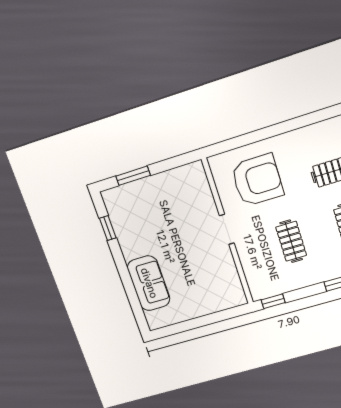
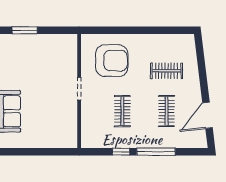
window: (273, 301) -> (121, 152), moved

